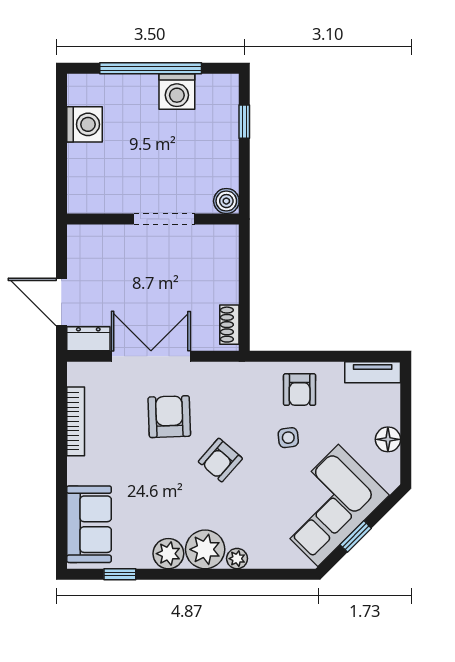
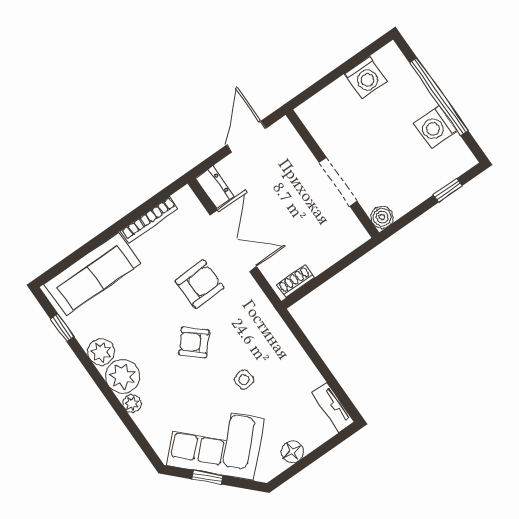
door: (61, 302) -> (246, 137), moved
armchair: (300, 390) -> (284, 364), removed
sofa: (89, 524) -> (92, 274), width x1.36

